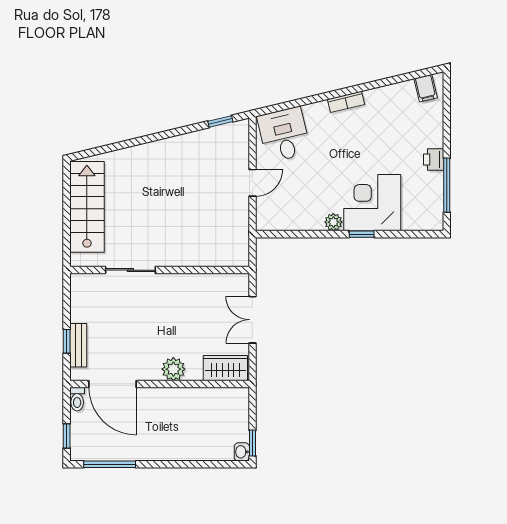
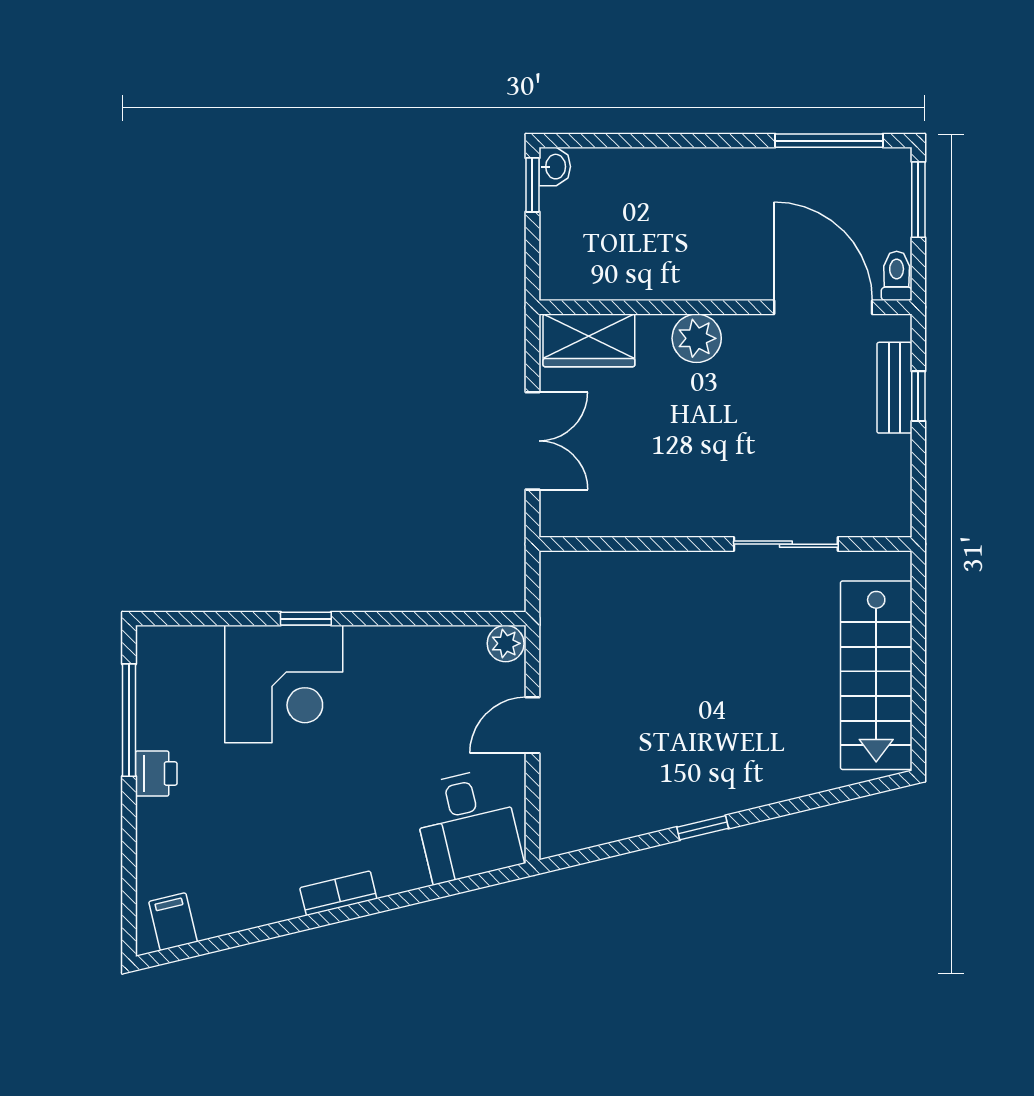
window: (220, 121) -> (703, 828), moved
plant: (333, 222) -> (506, 643), moved
window: (67, 436) -> (918, 200), width x1.50

